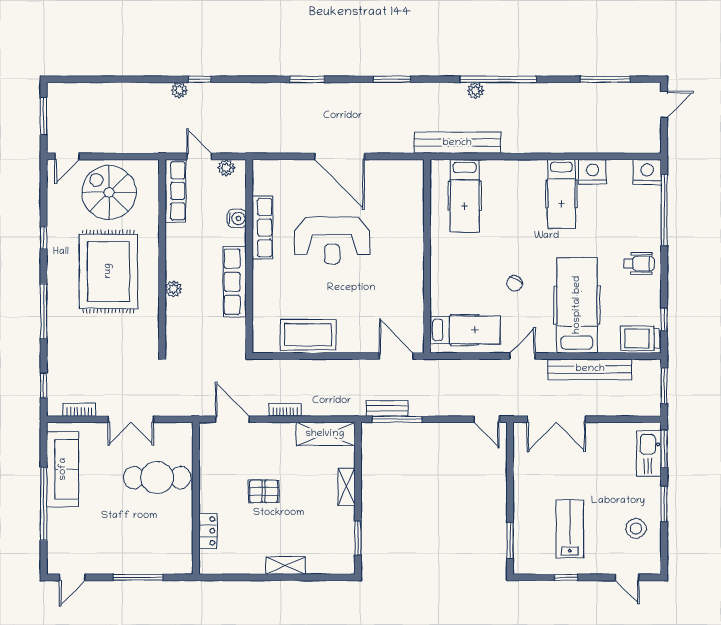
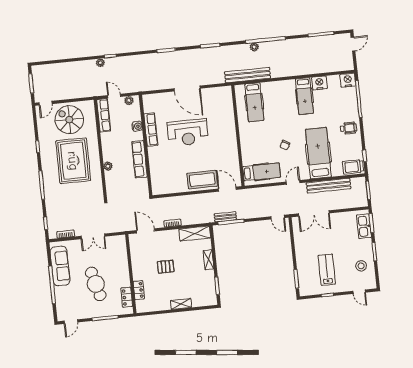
coffee table: (308, 335) -> (202, 180), moved
cafe table: (157, 478) -> (96, 284), moved, turned 75
locker: (183, 542) -> (127, 297), added

